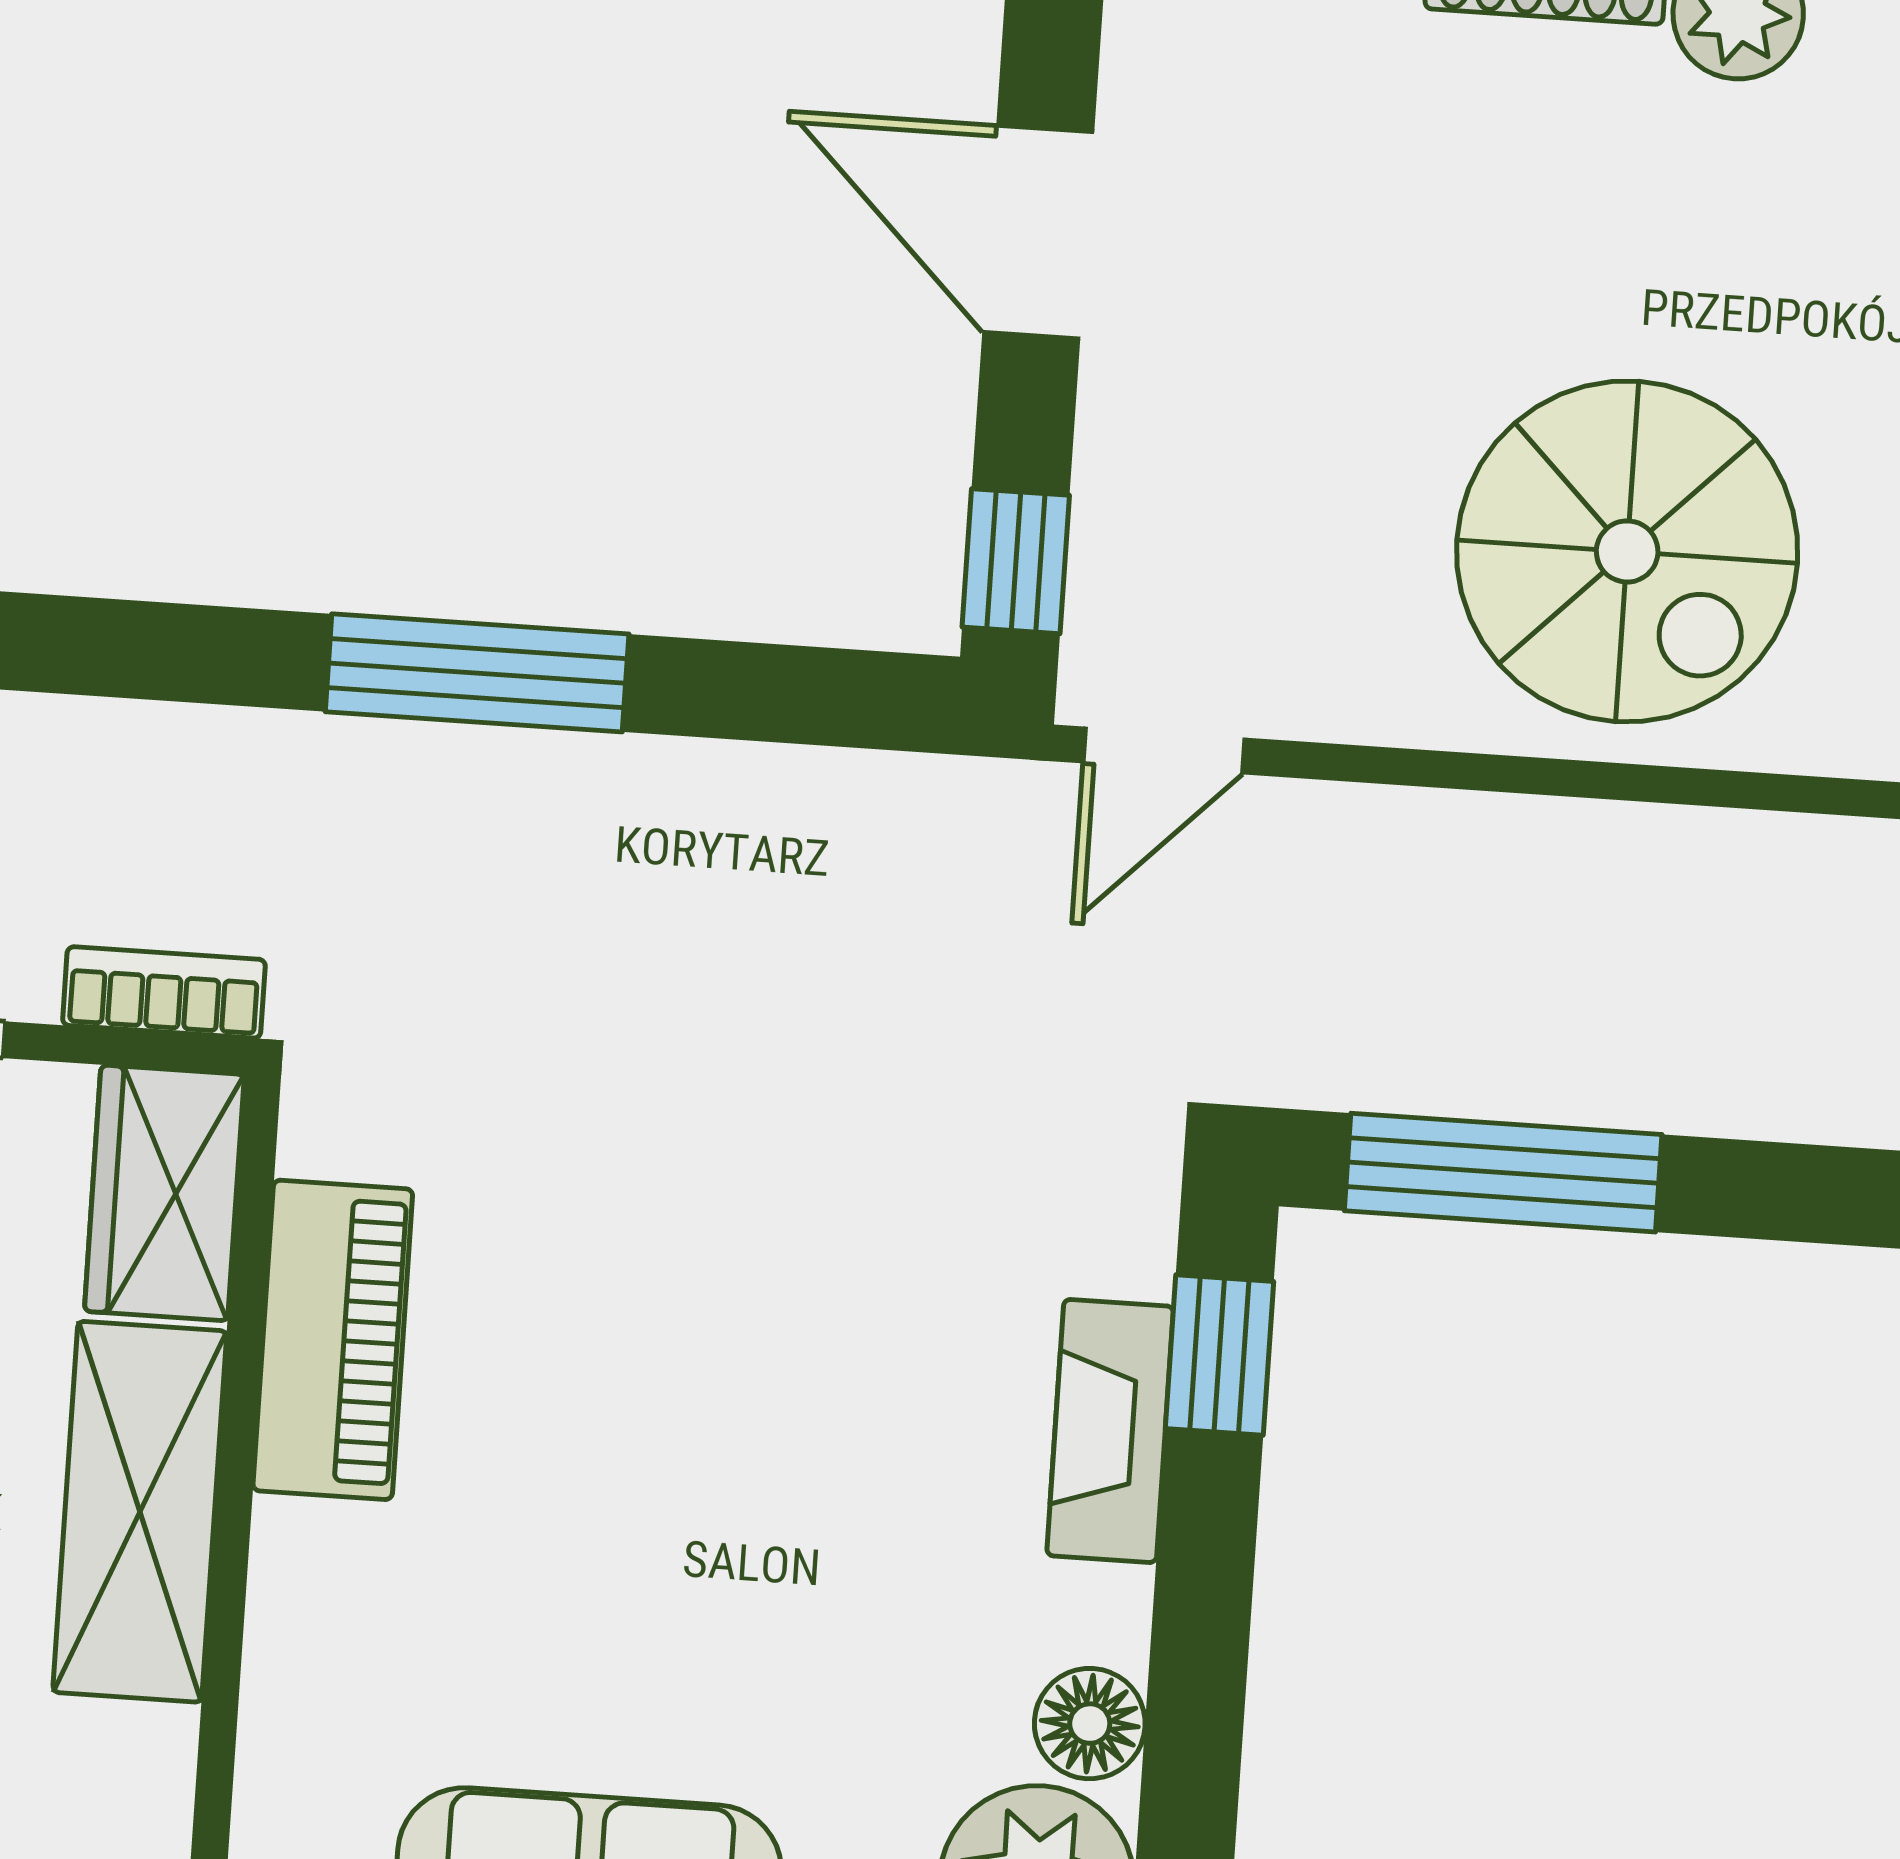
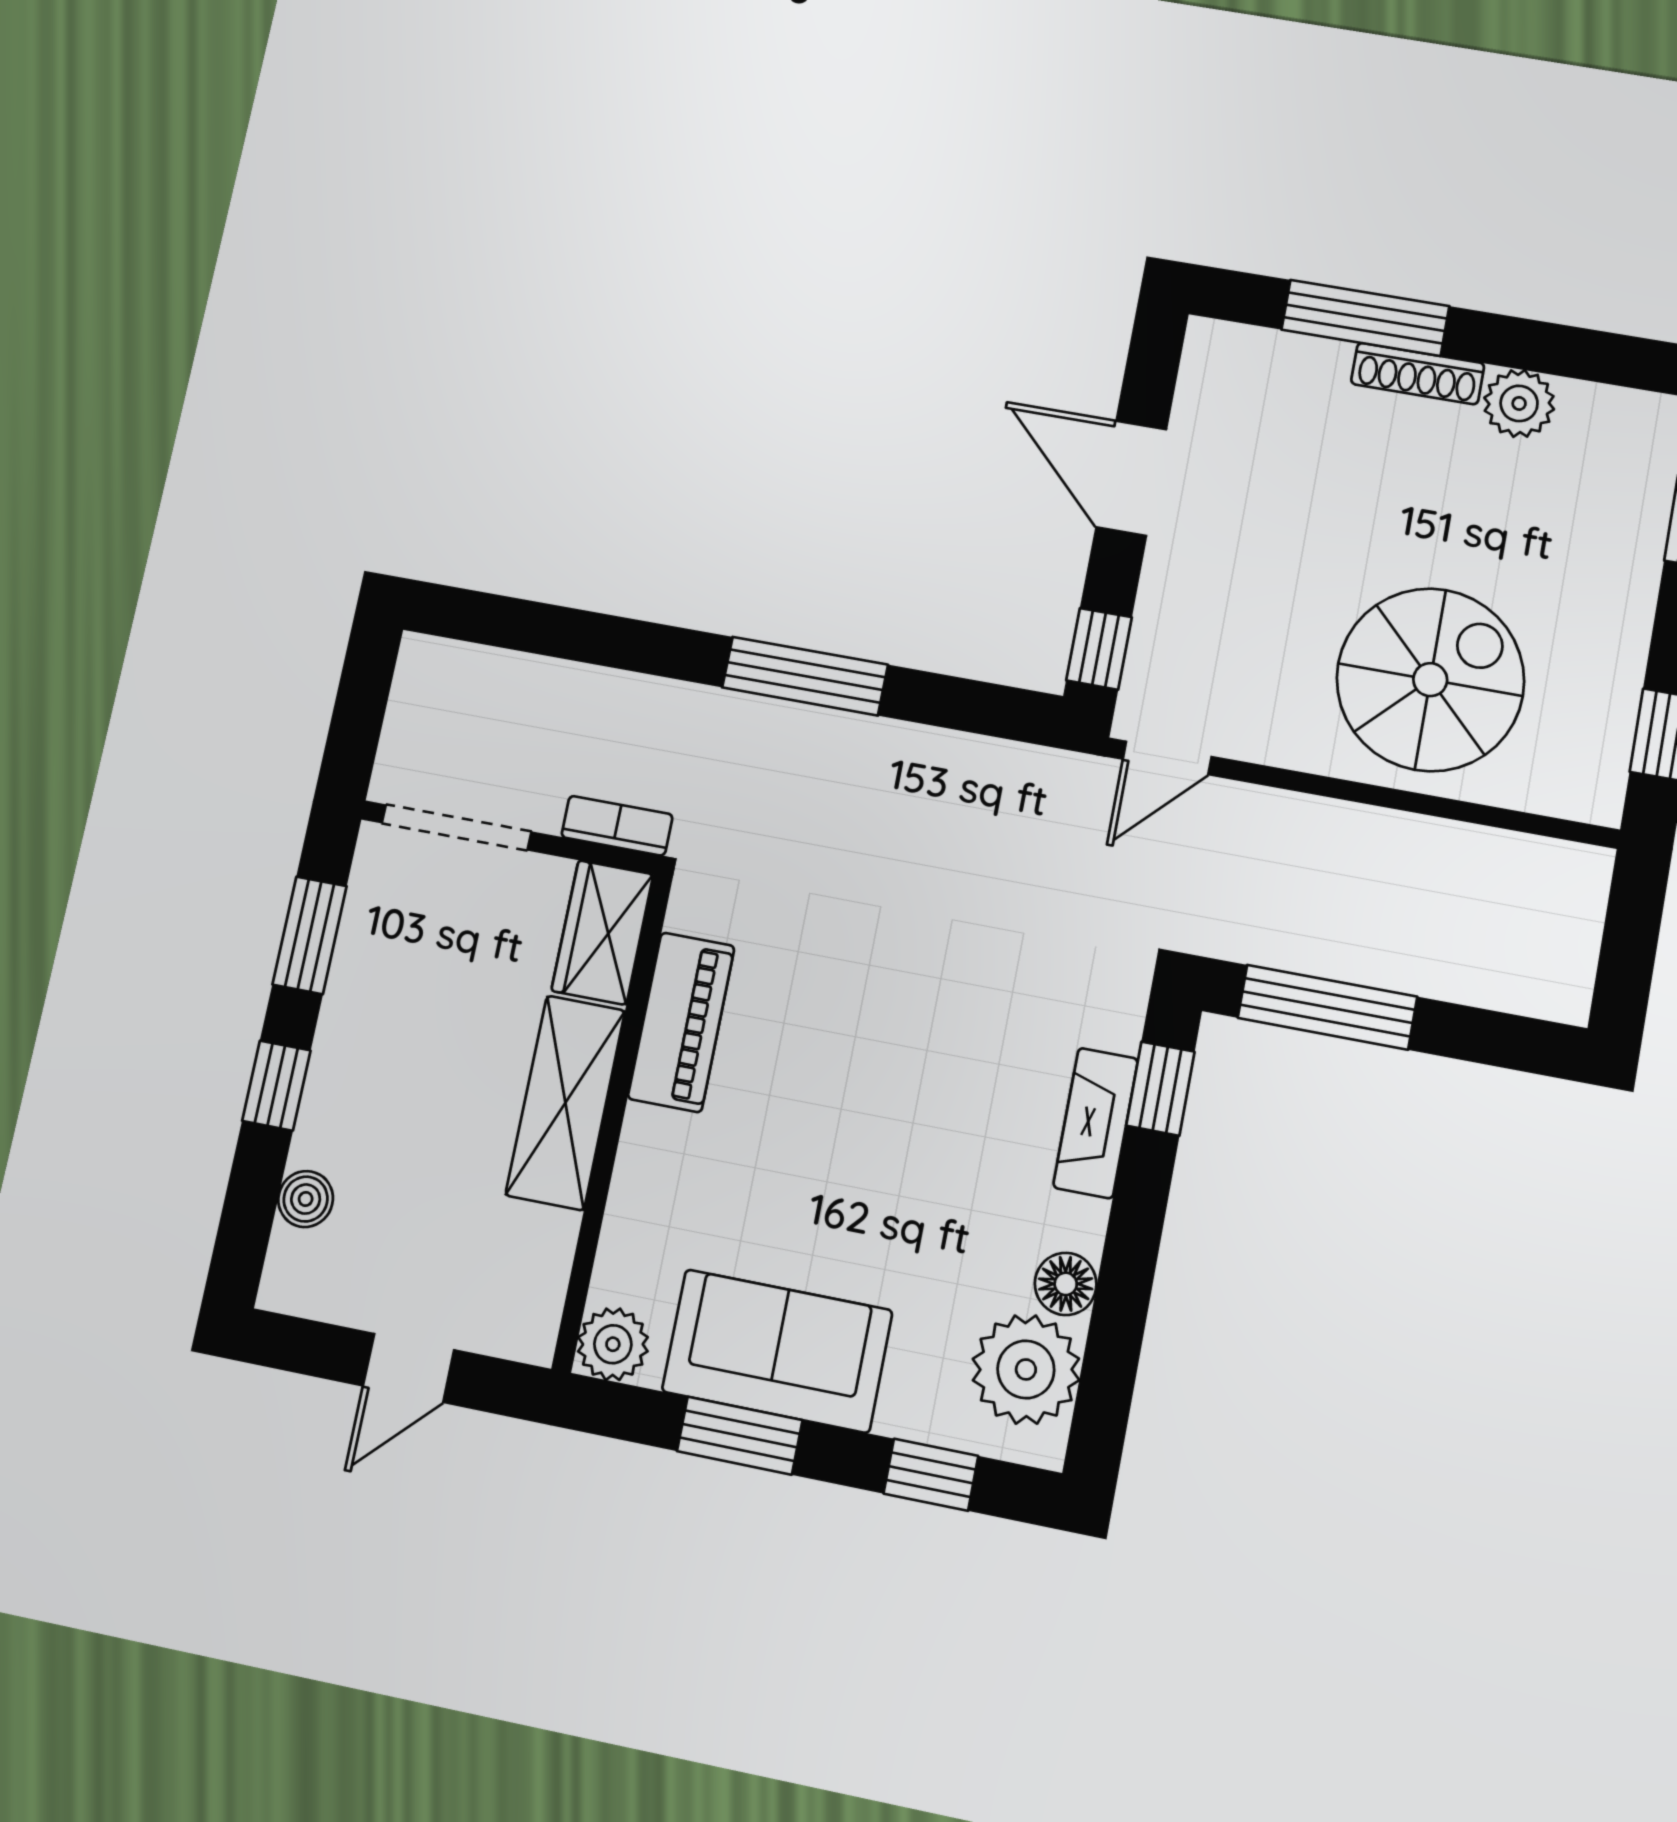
spiral stairs: (1627, 551) -> (1430, 680), turned -90

